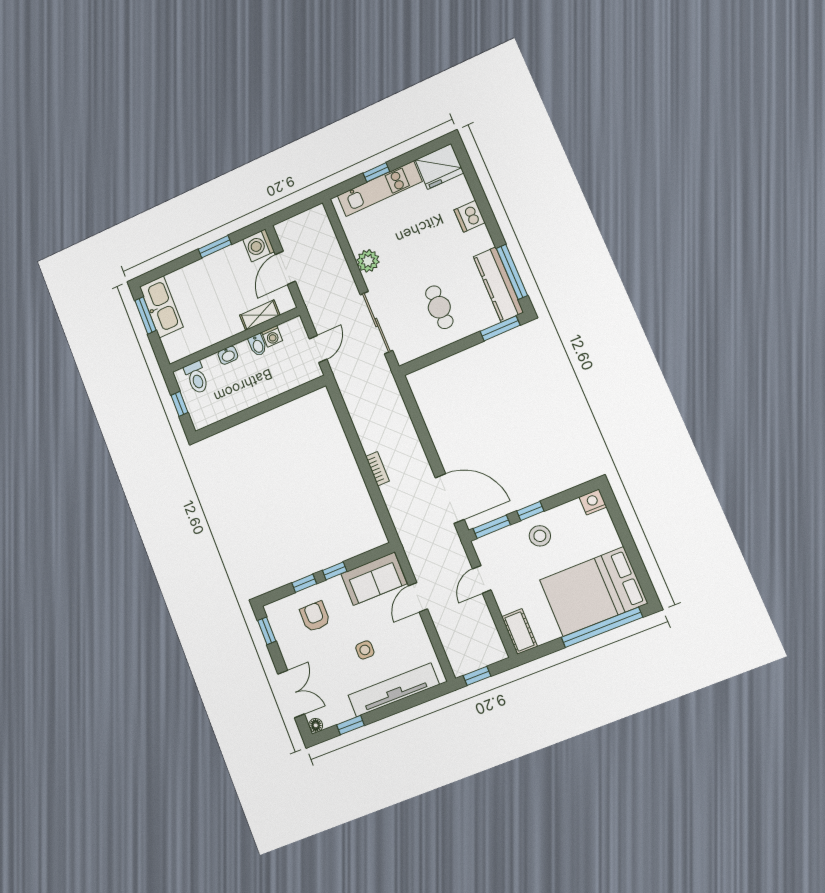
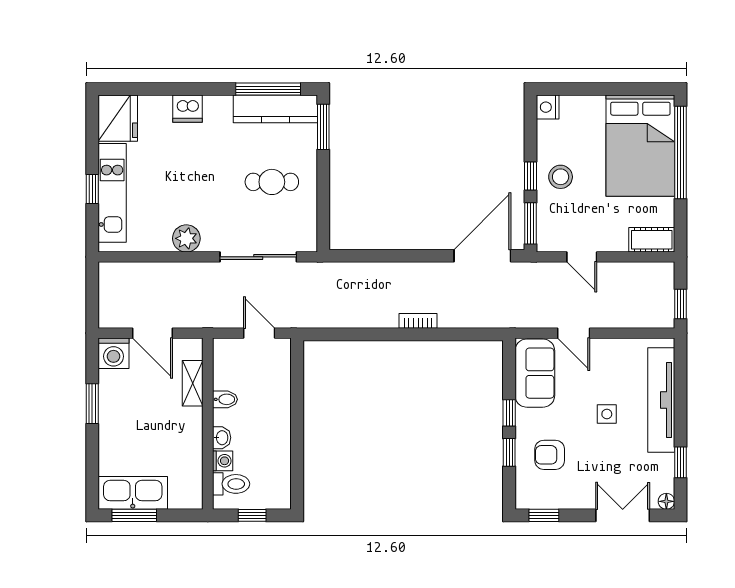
washing machine: (272, 336) -> (223, 461), moved

